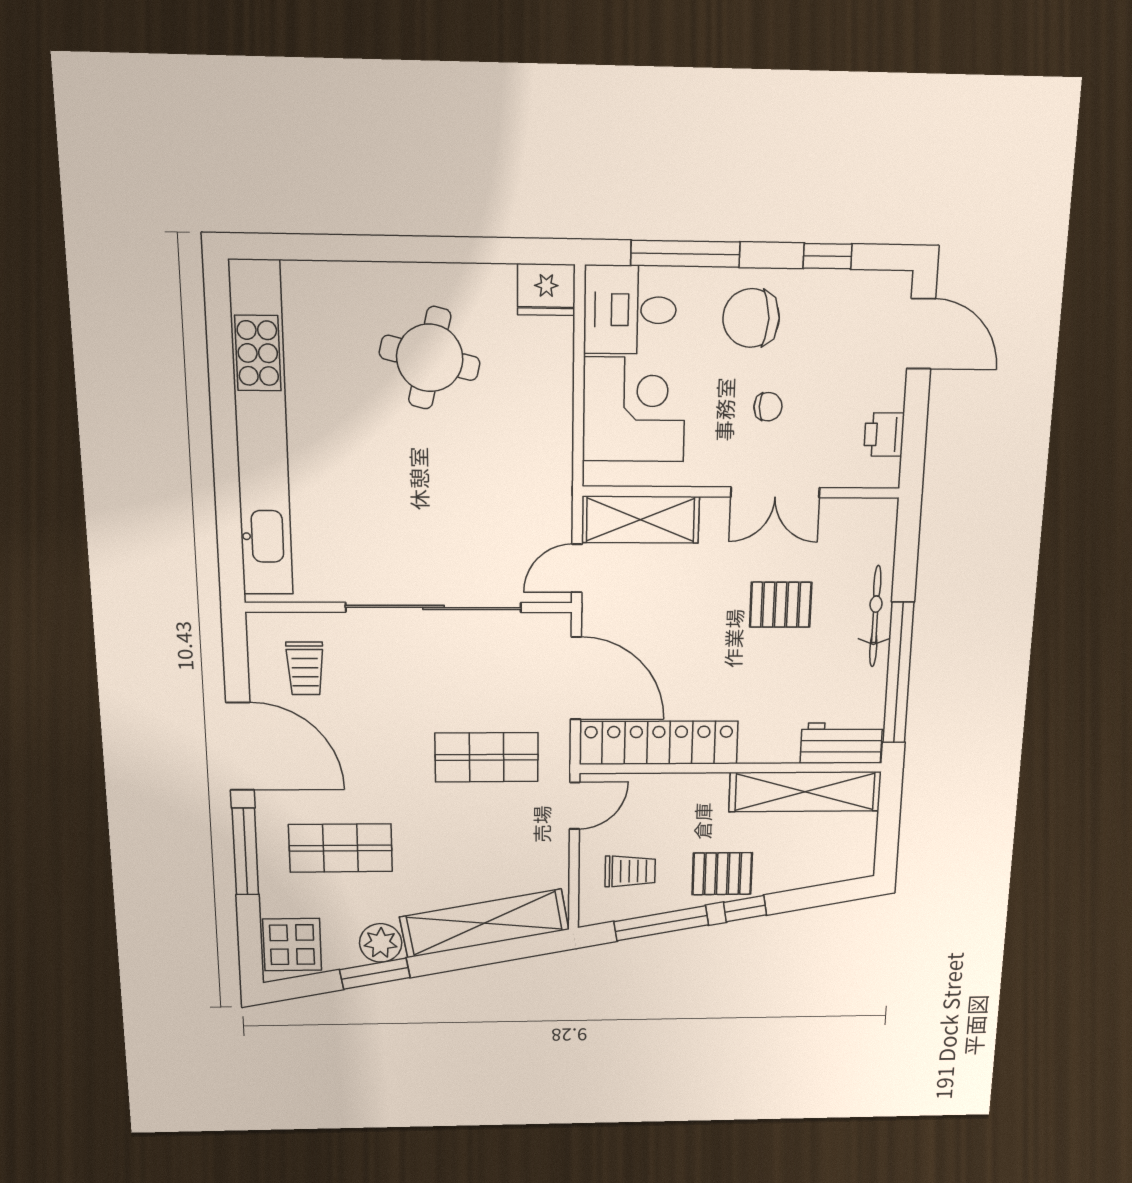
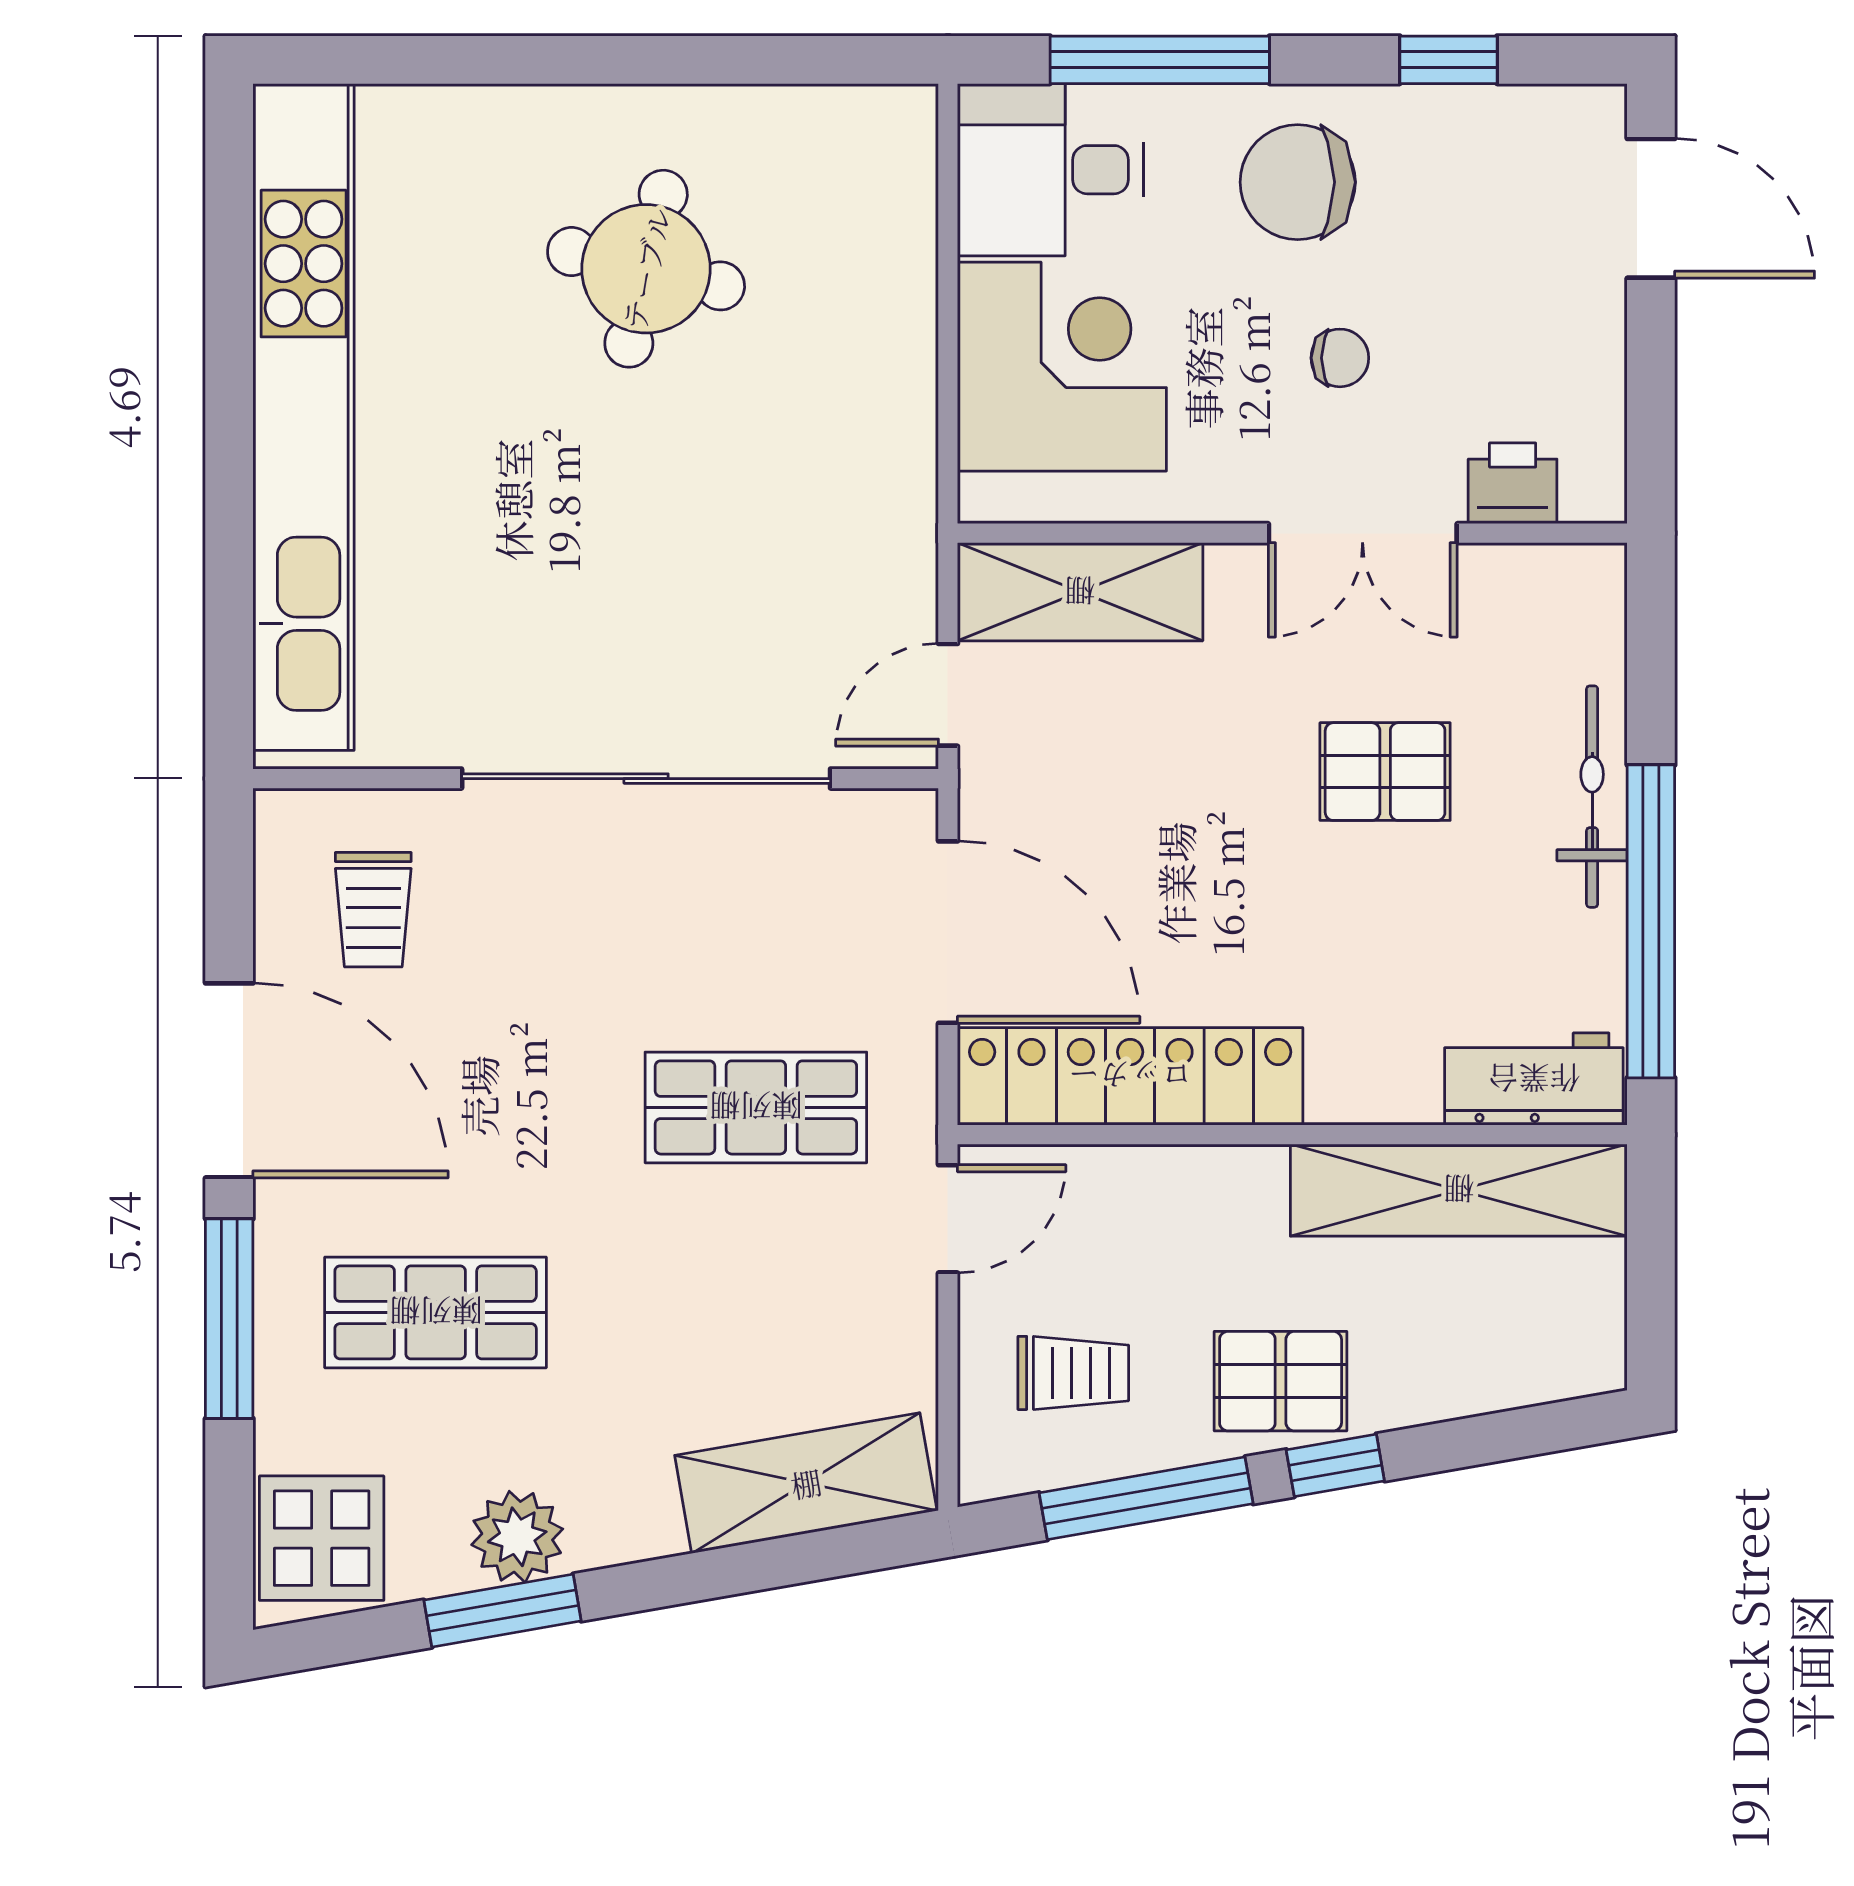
fridge: (546, 290) -> (881, 133), removed
printer: (884, 435) -> (1513, 483), moved, turned 90
shelving: (484, 923) -> (806, 1483), width x0.68

